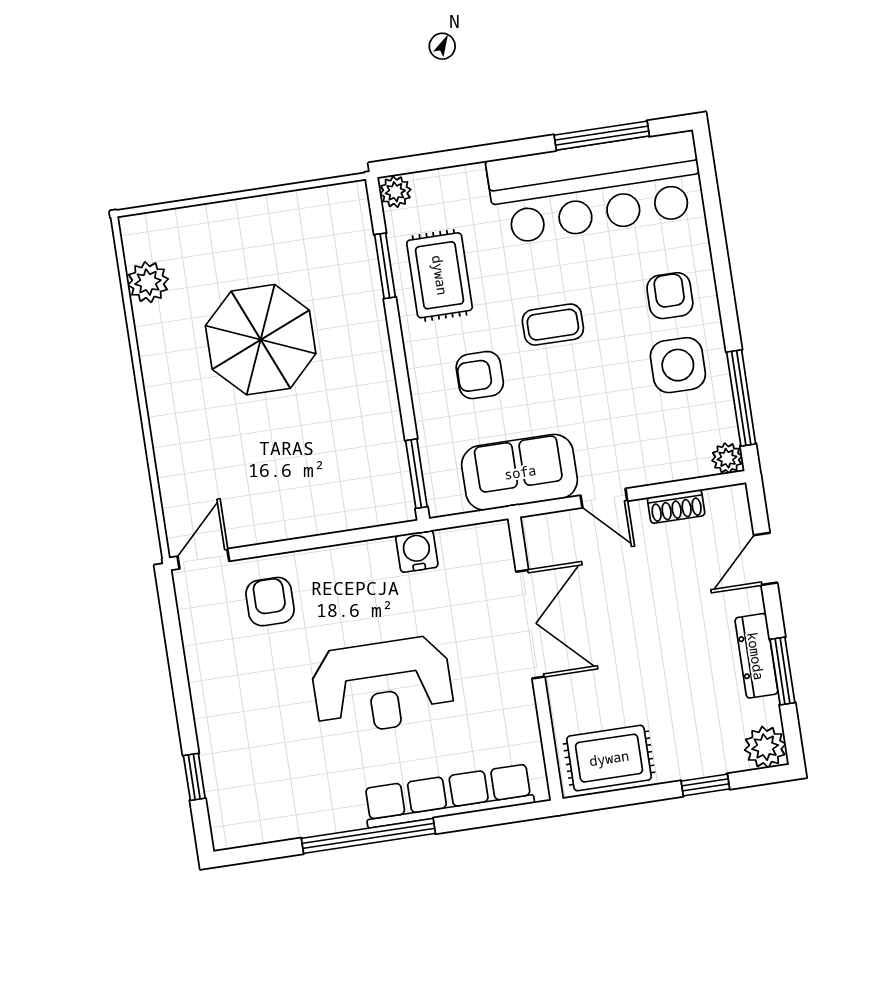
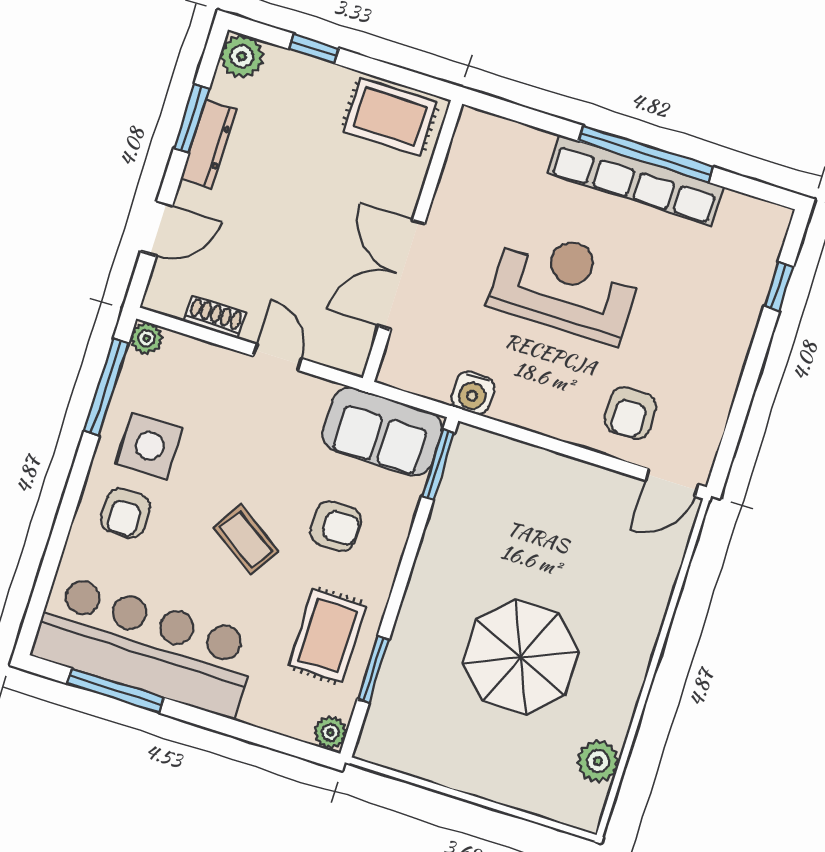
coffee table: (553, 325) -> (246, 539), turned 34
sofa: (520, 472) -> (382, 431), moved
row of seats: (448, 796) -> (635, 180), moved

